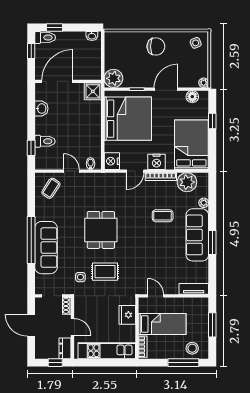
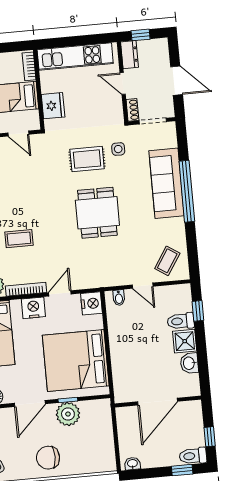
plant: (113, 78) -> (68, 414), moved
door: (57, 81) -> (158, 402), moved
shower: (93, 91) -> (185, 341), moved

